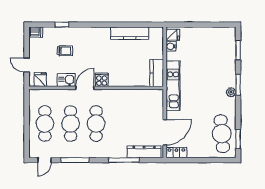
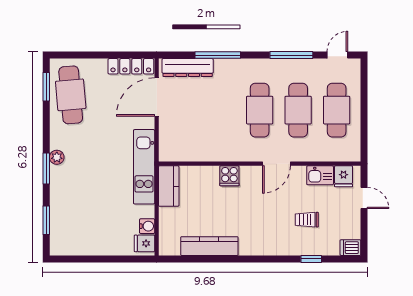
kitchen sink: (66, 80) -> (320, 175), moved
cooker: (102, 80) -> (229, 176), moved
locker: (176, 153) -> (131, 66), width x1.53

